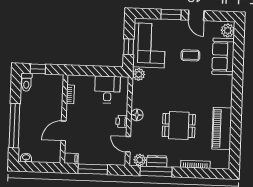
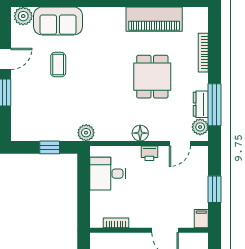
corner sofa: (149, 45) -> (47, 120), removed
window: (93, 169) -> (215, 189), width x0.69

